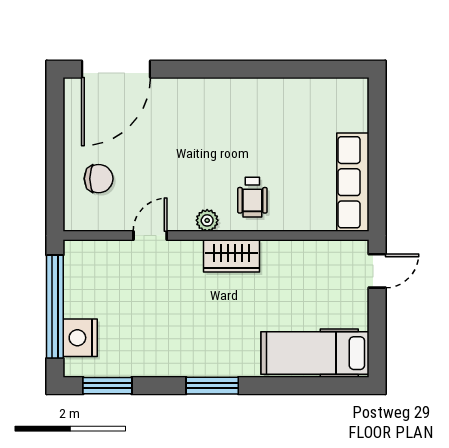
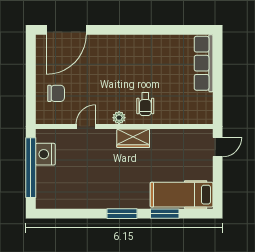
row of seats: (353, 182) -> (204, 63), moved
nightstand: (80, 338) -> (45, 154), moved
window: (107, 386) -> (165, 214), moved

